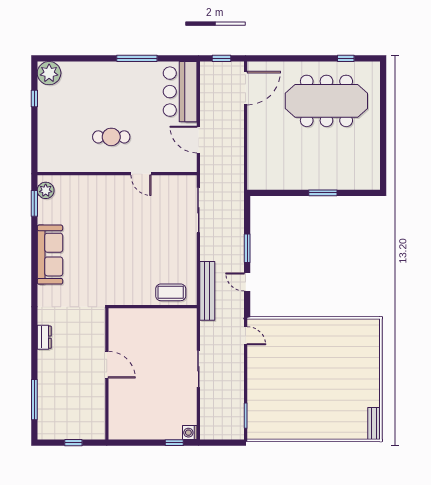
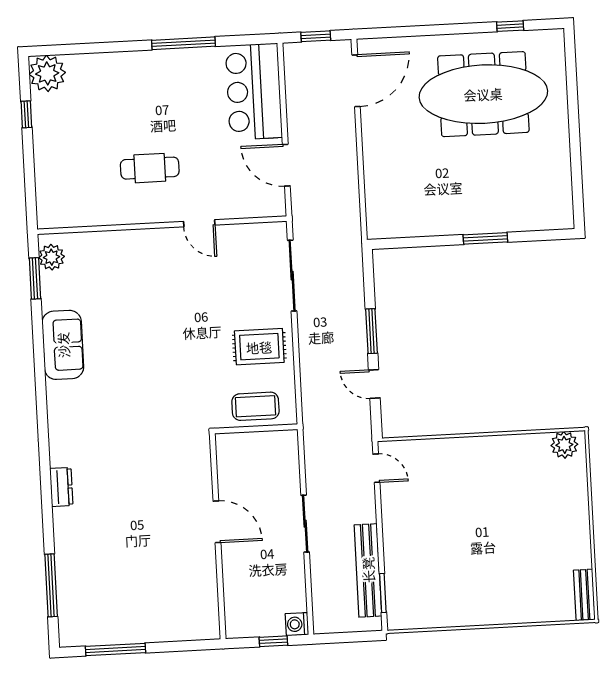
rug: (175, 254) -> (259, 347), added
sofa: (50, 255) -> (63, 345), width x0.73
bench: (207, 291) -> (368, 570), moved
plant: (366, 327) -> (564, 445), added
door: (107, 365) -> (217, 522), moved
wall: (107, 374) -> (218, 536), moved
window: (73, 443) -> (115, 649), width x2.17

